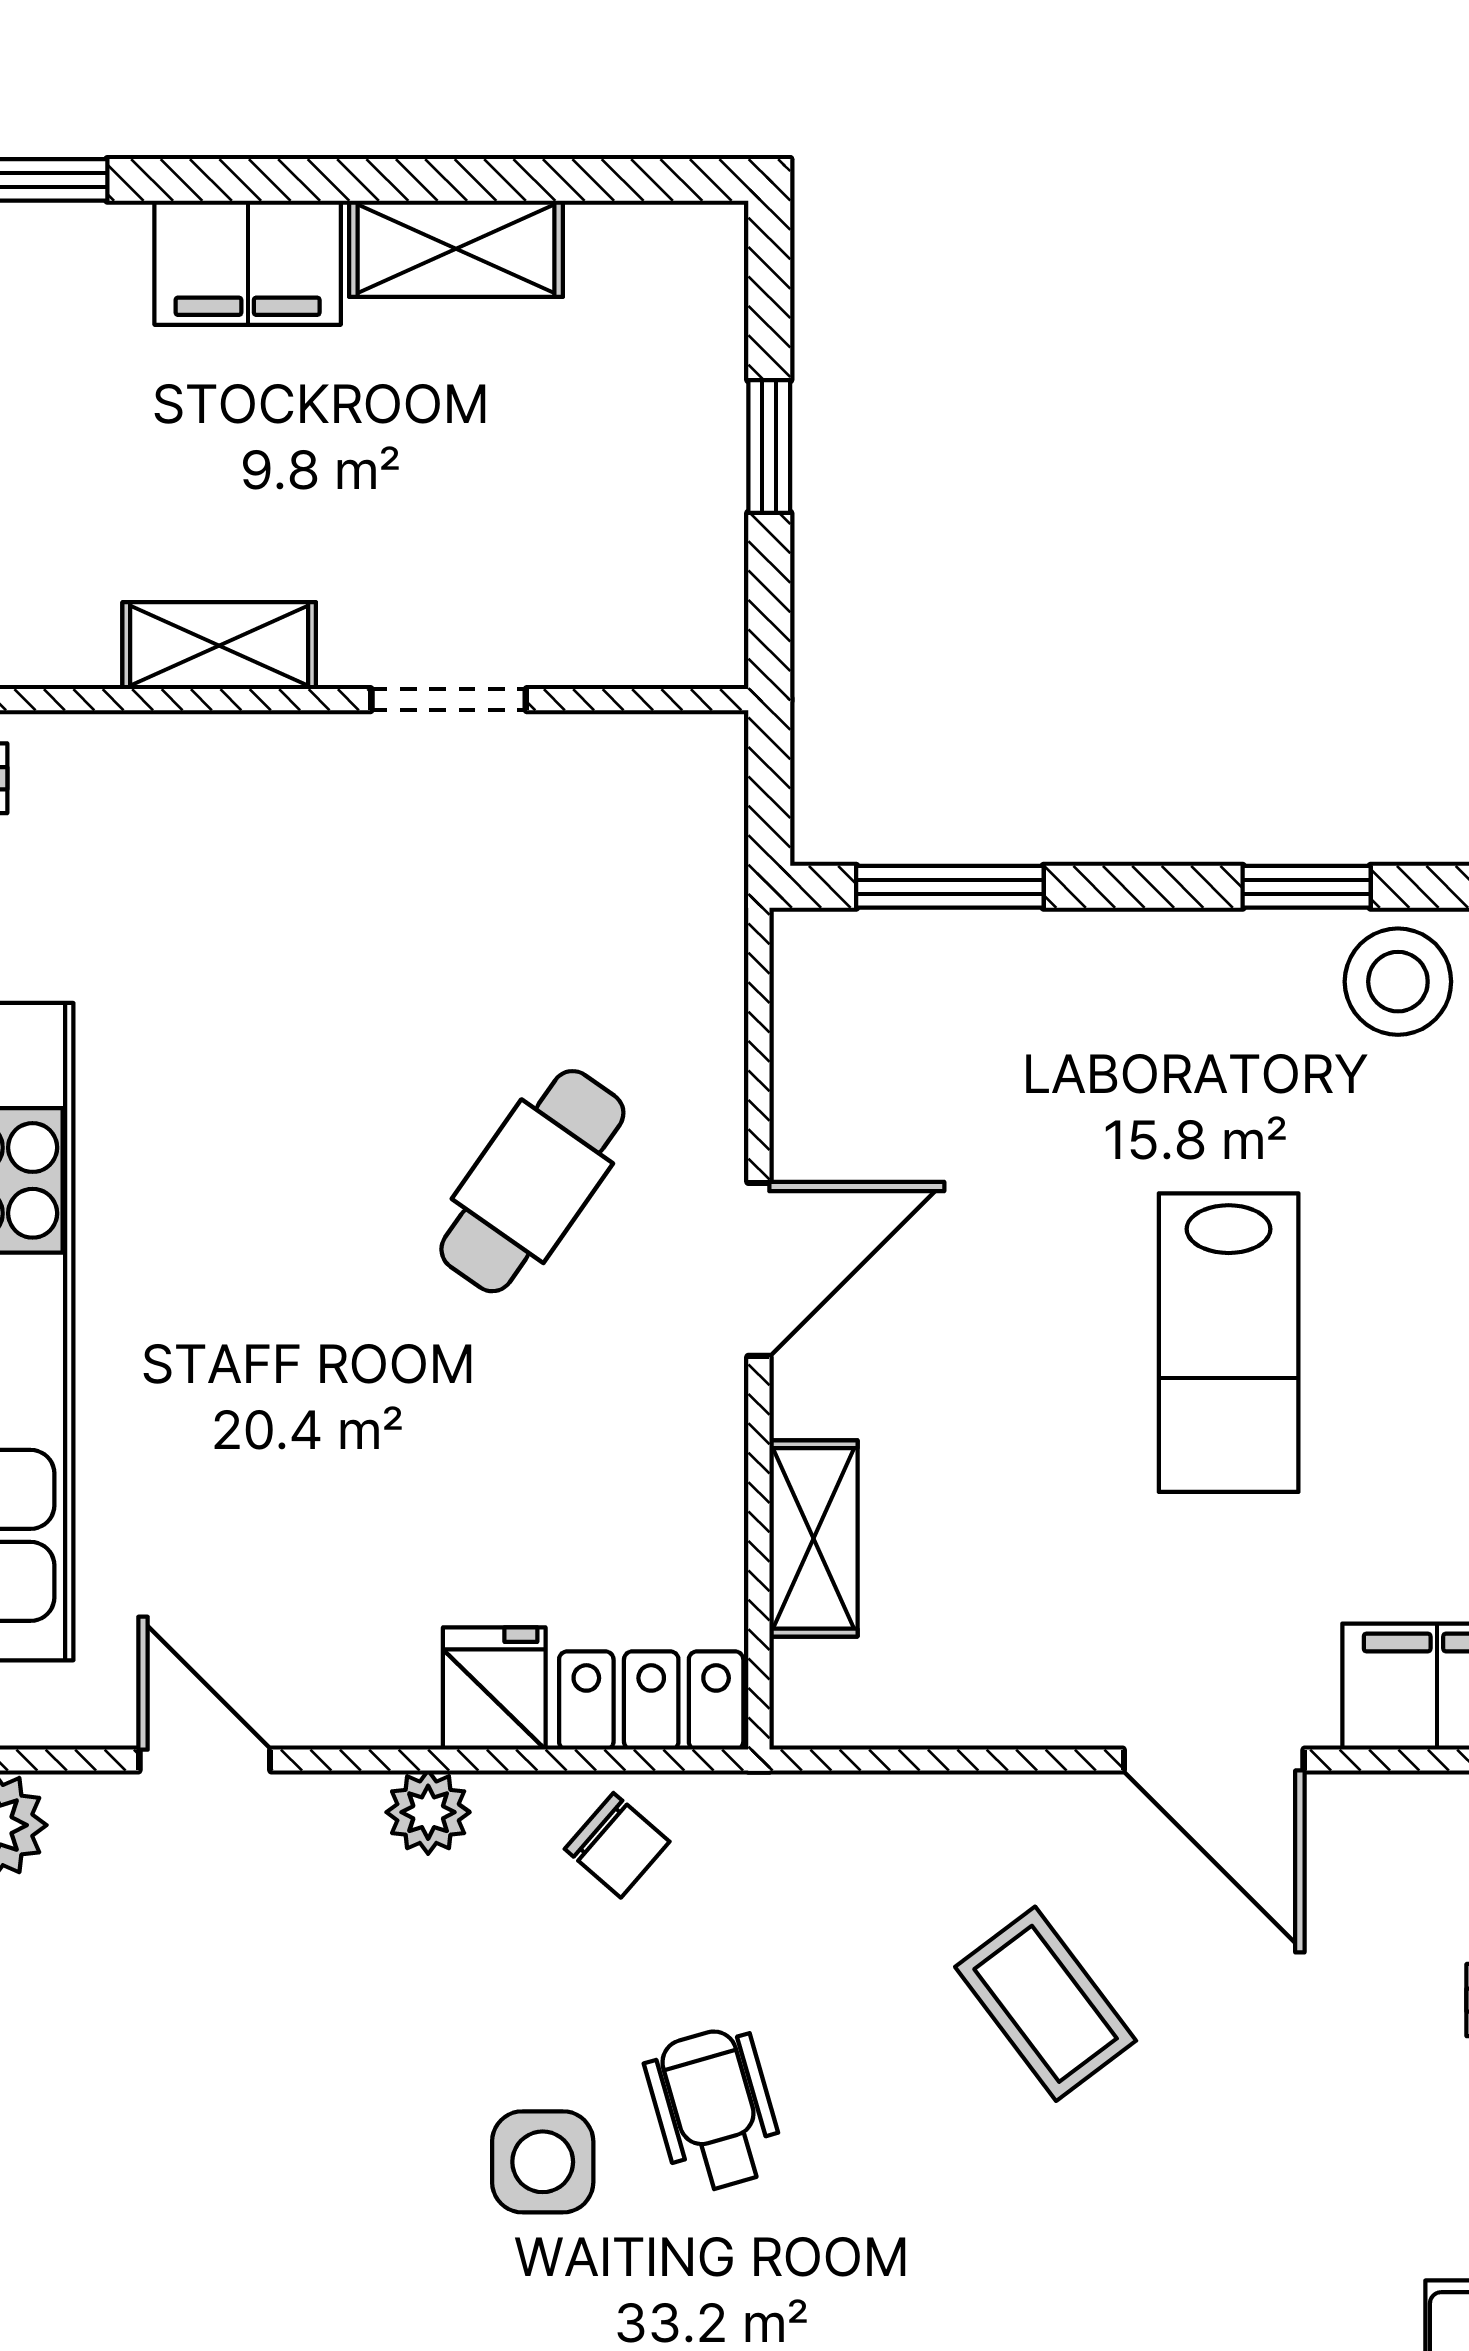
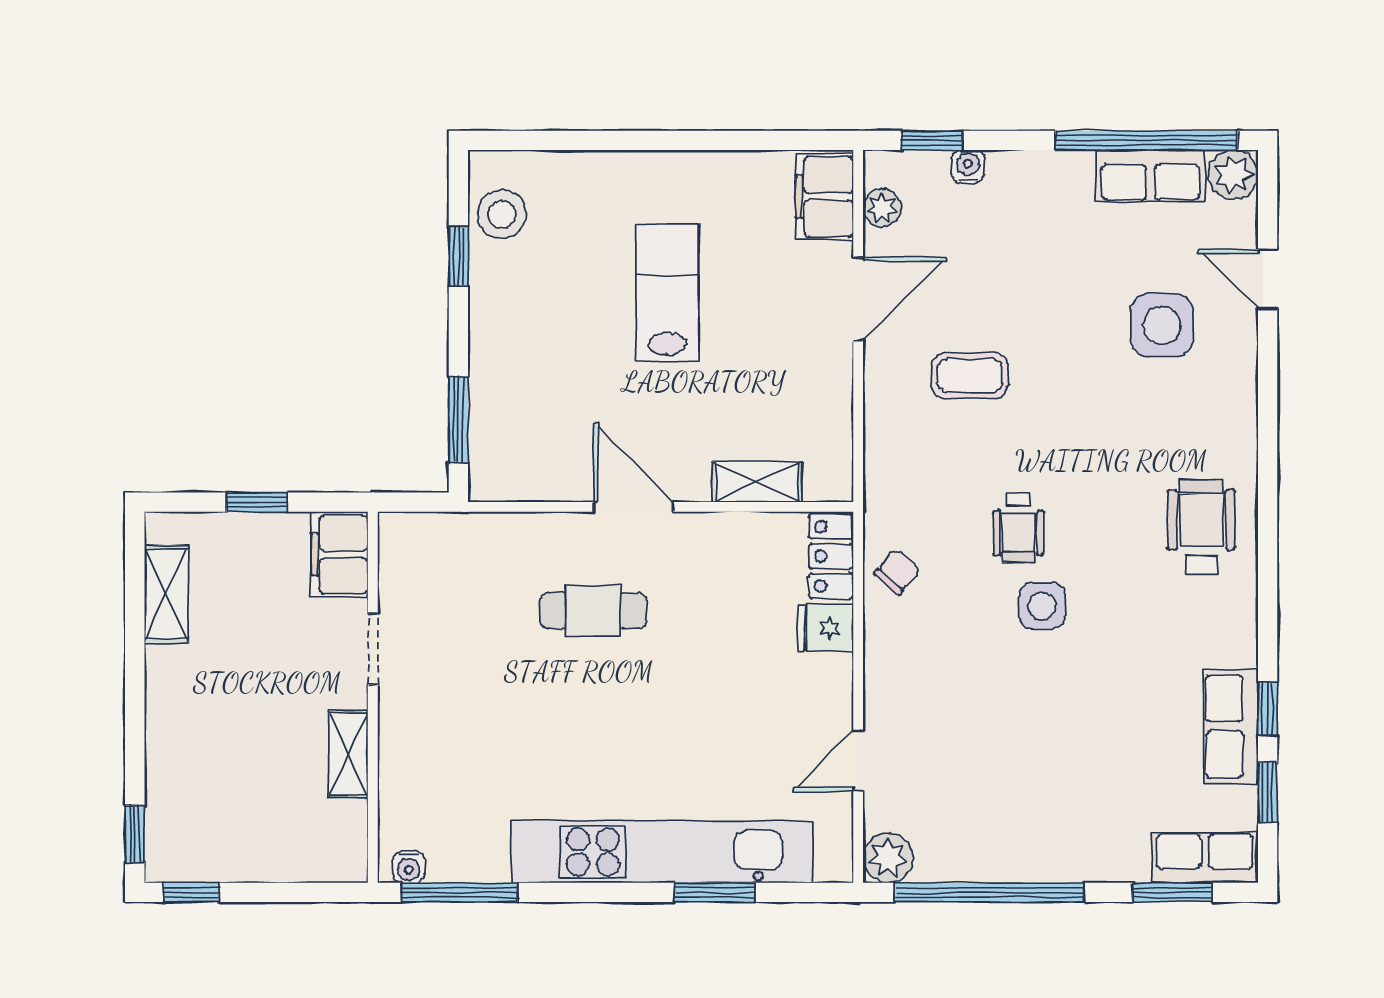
shelving: (456, 249) -> (166, 594), moved
filing cabinet: (248, 263) -> (340, 554), moved, turned 180
cafe table: (532, 1181) -> (593, 611), turned -35
lab bench: (1229, 1343) -> (667, 292), turned -90
plant: (428, 1812) -> (882, 208), moved
coffee table: (1046, 2004) -> (970, 376), turned 37
wheelchair: (714, 2110) -> (1018, 527), turned -74

